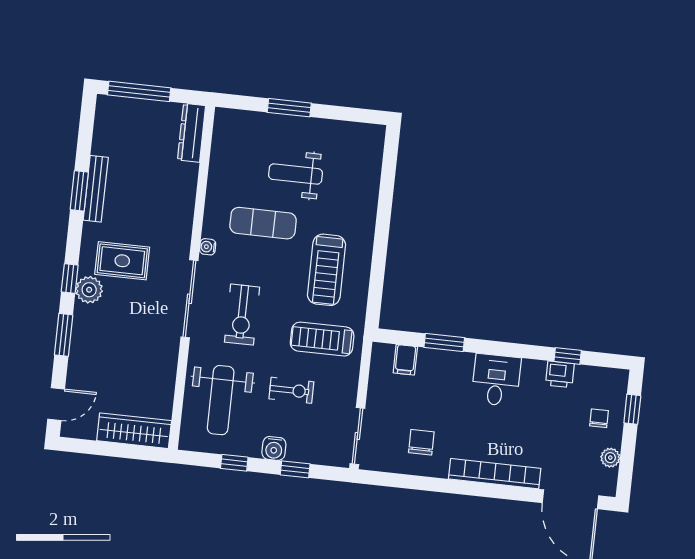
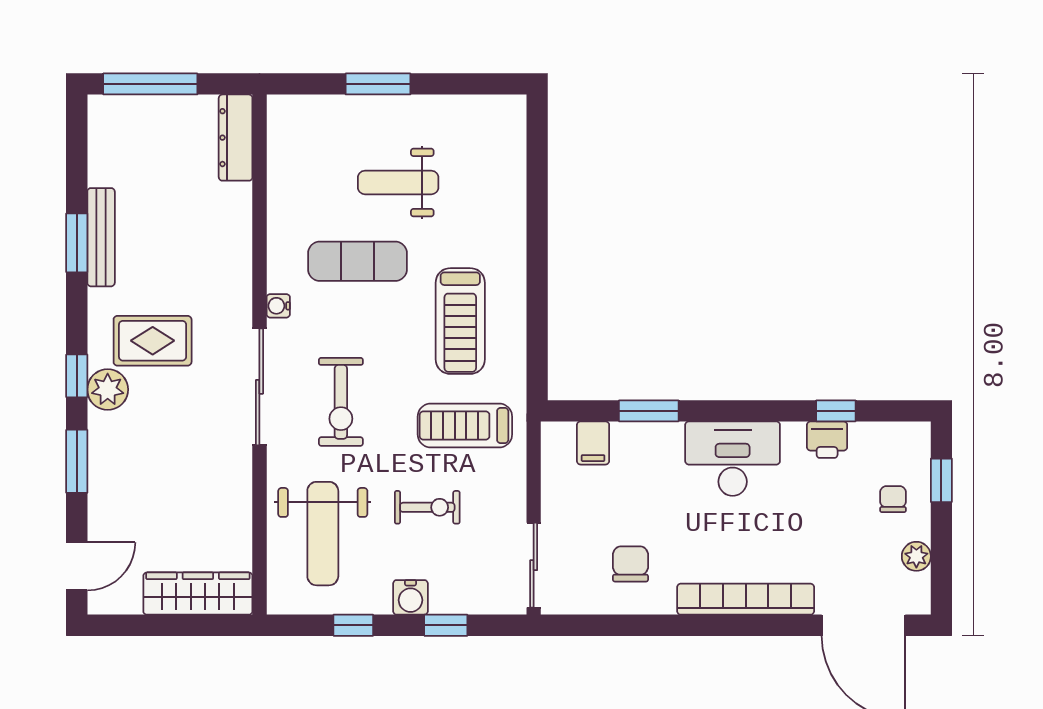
desk: (496, 380) -> (733, 459), width x1.37

